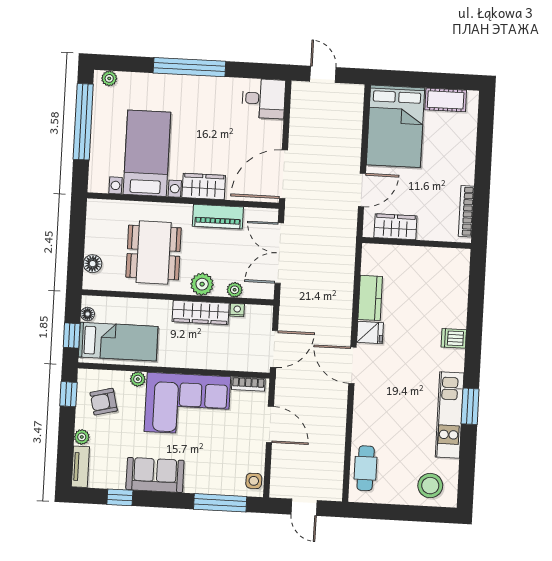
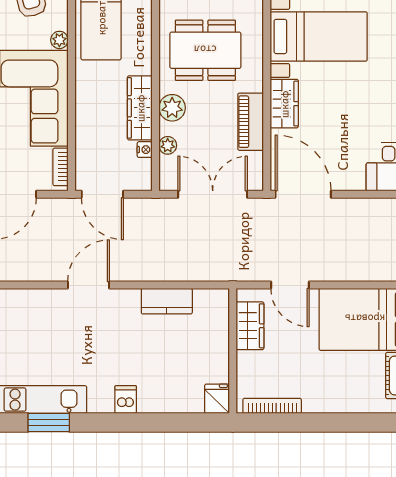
fridge: (370, 333) -> (217, 399), moved, turned 180

